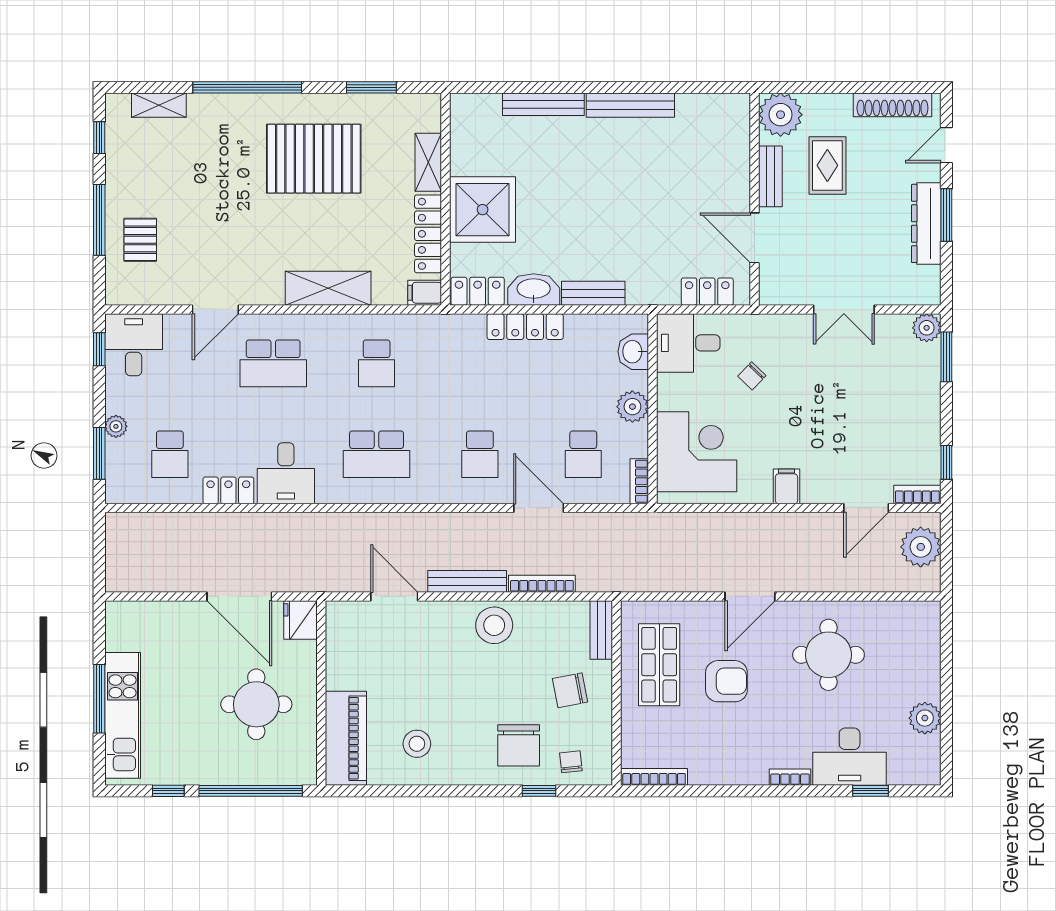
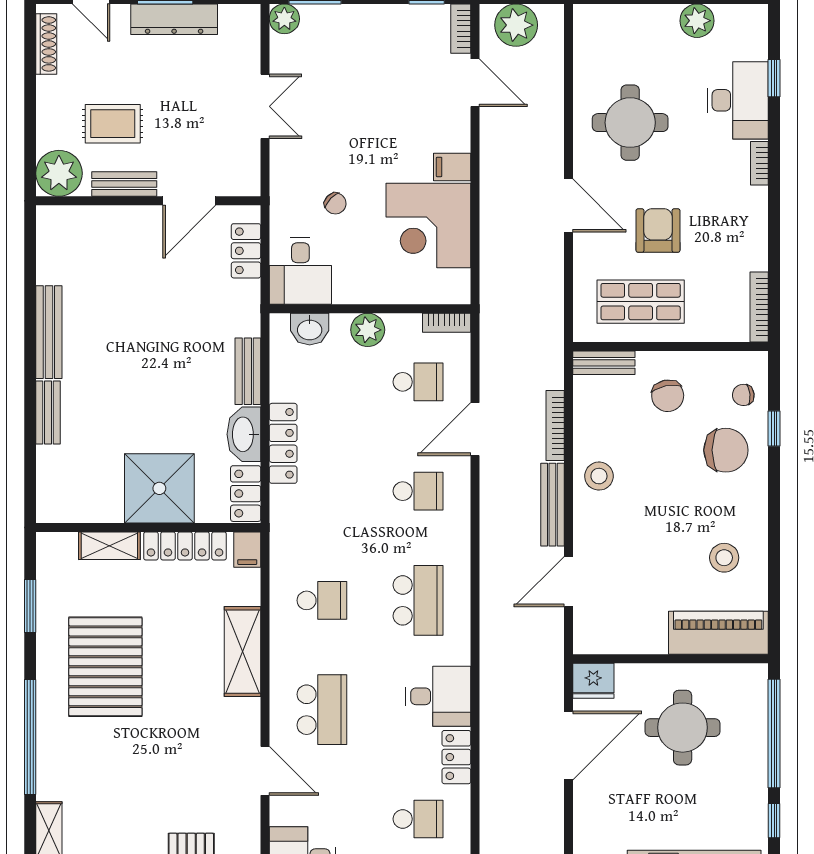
bench: (543, 104) -> (48, 413), width x0.73
shoe rack: (892, 105) -> (46, 44), width x0.74, depth x0.81
corner desk: (697, 452) -> (428, 226), moved, turned -90
stool: (494, 625) -> (599, 476), width x0.73, depth x0.73

